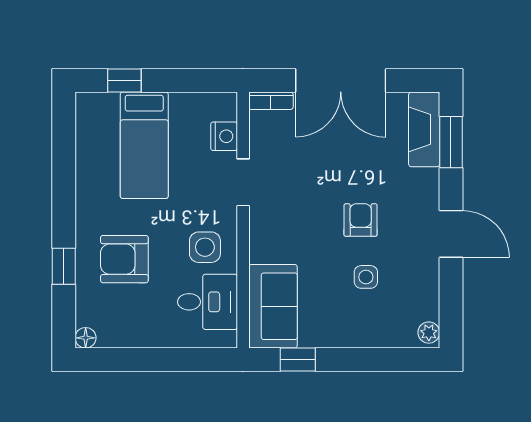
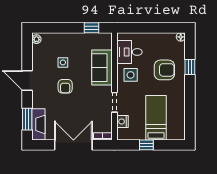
window: (124, 81) -> (146, 145), moved
sofa: (273, 306) -> (102, 68), moved

